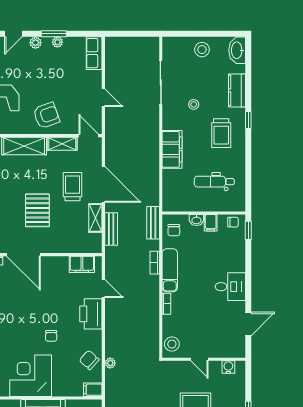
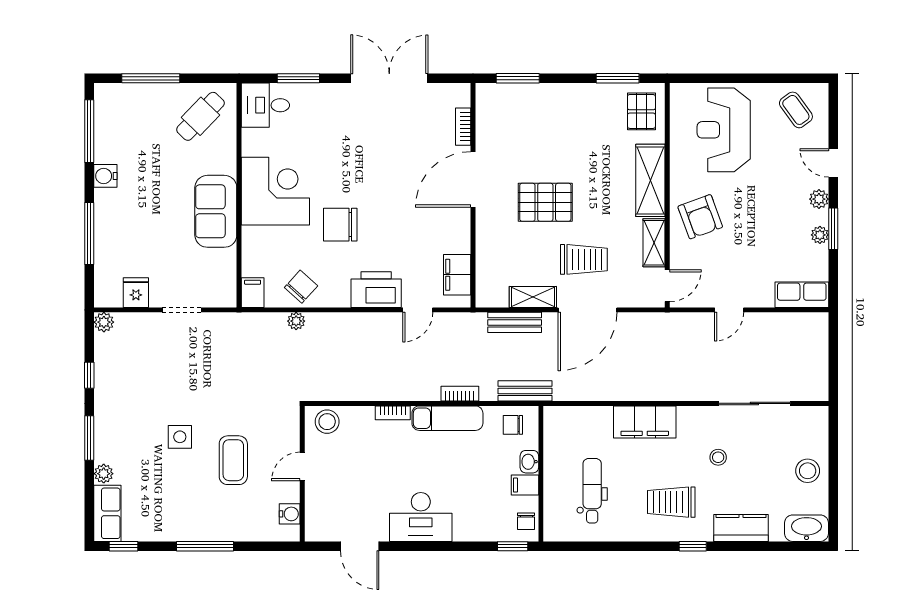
desk: (230, 287) -> (421, 517), width x1.37
chair: (51, 336) -> (340, 225), width x1.87, depth x1.87

